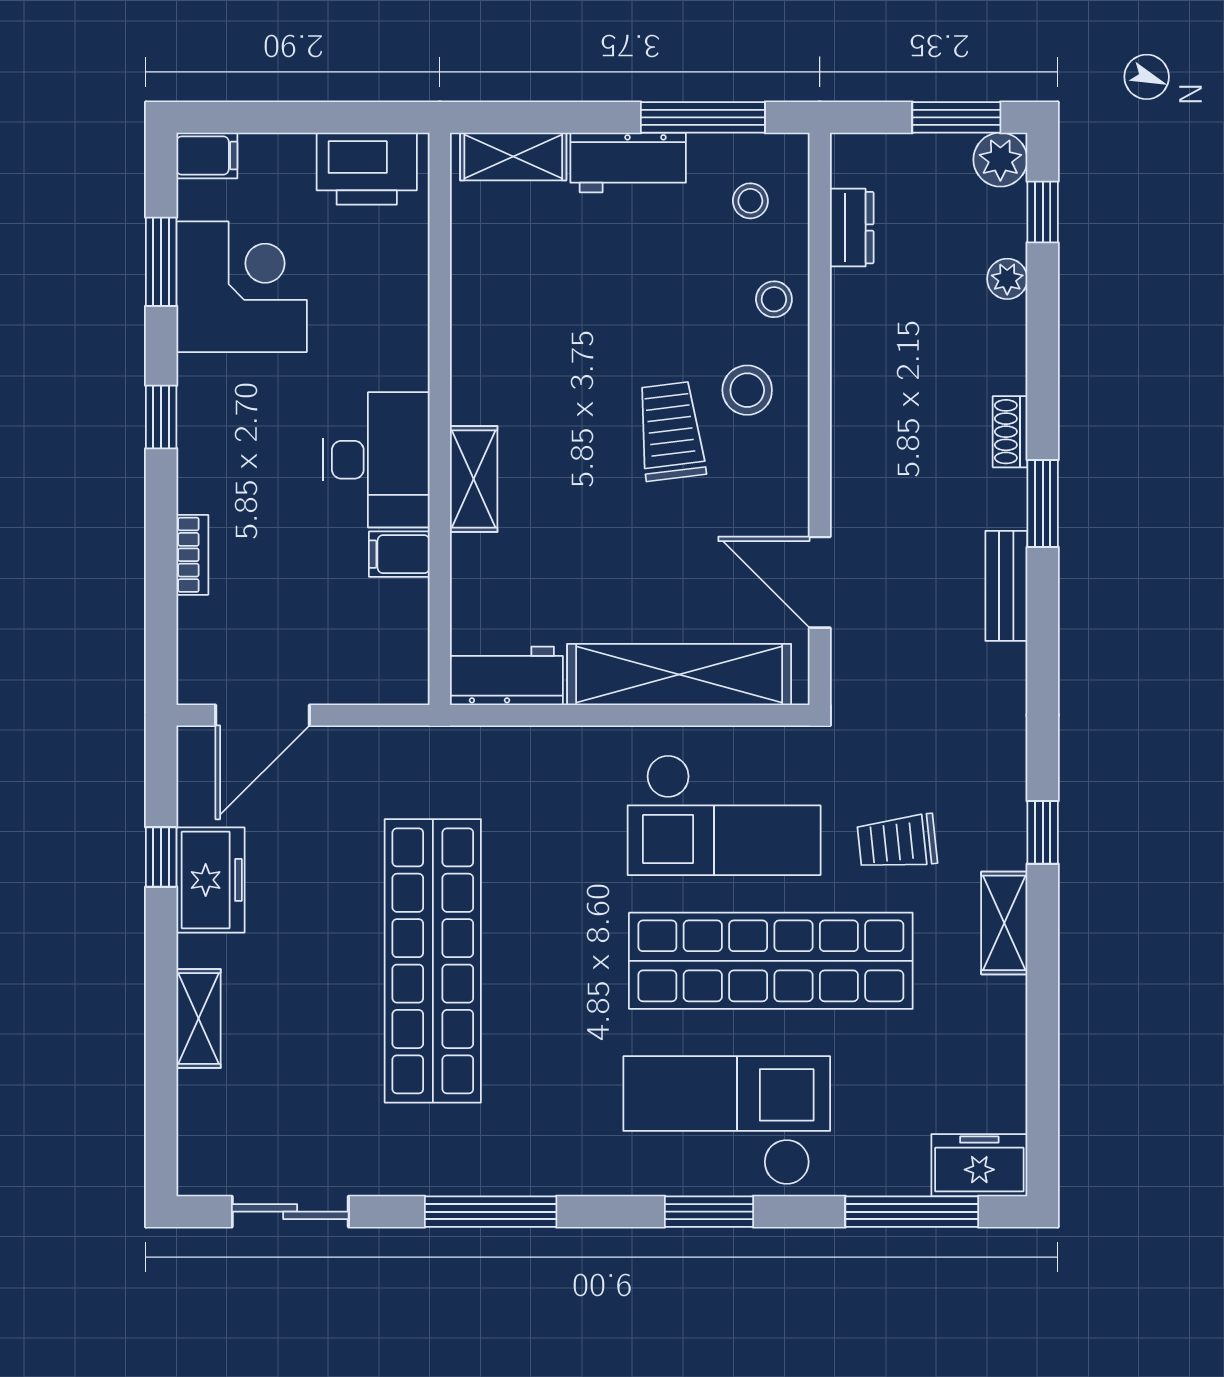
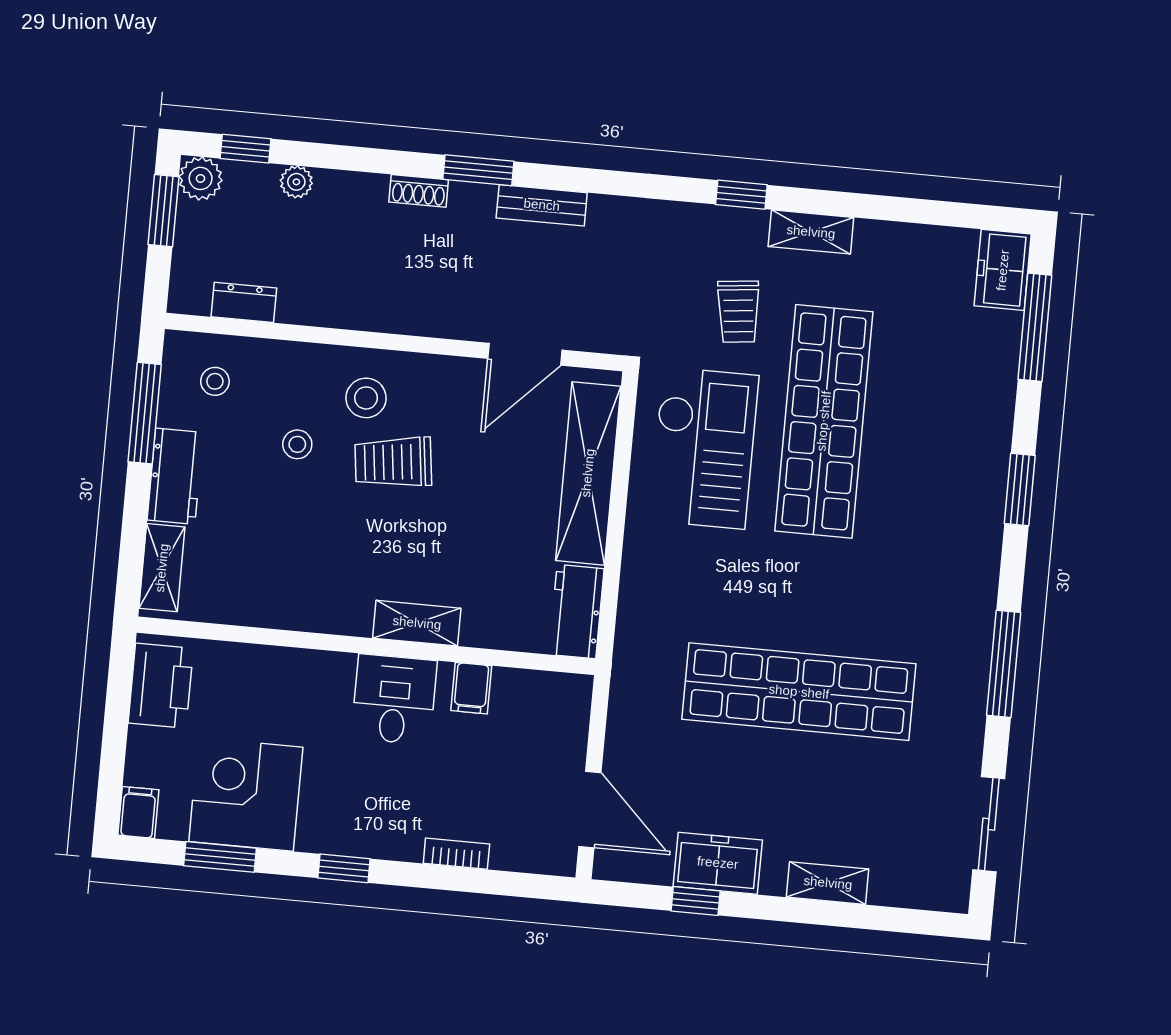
stool: (774, 299) -> (297, 444), moved
desk: (376, 460) -> (394, 699), width x0.73
checkout: (727, 1121) -> (948, 468), removed

